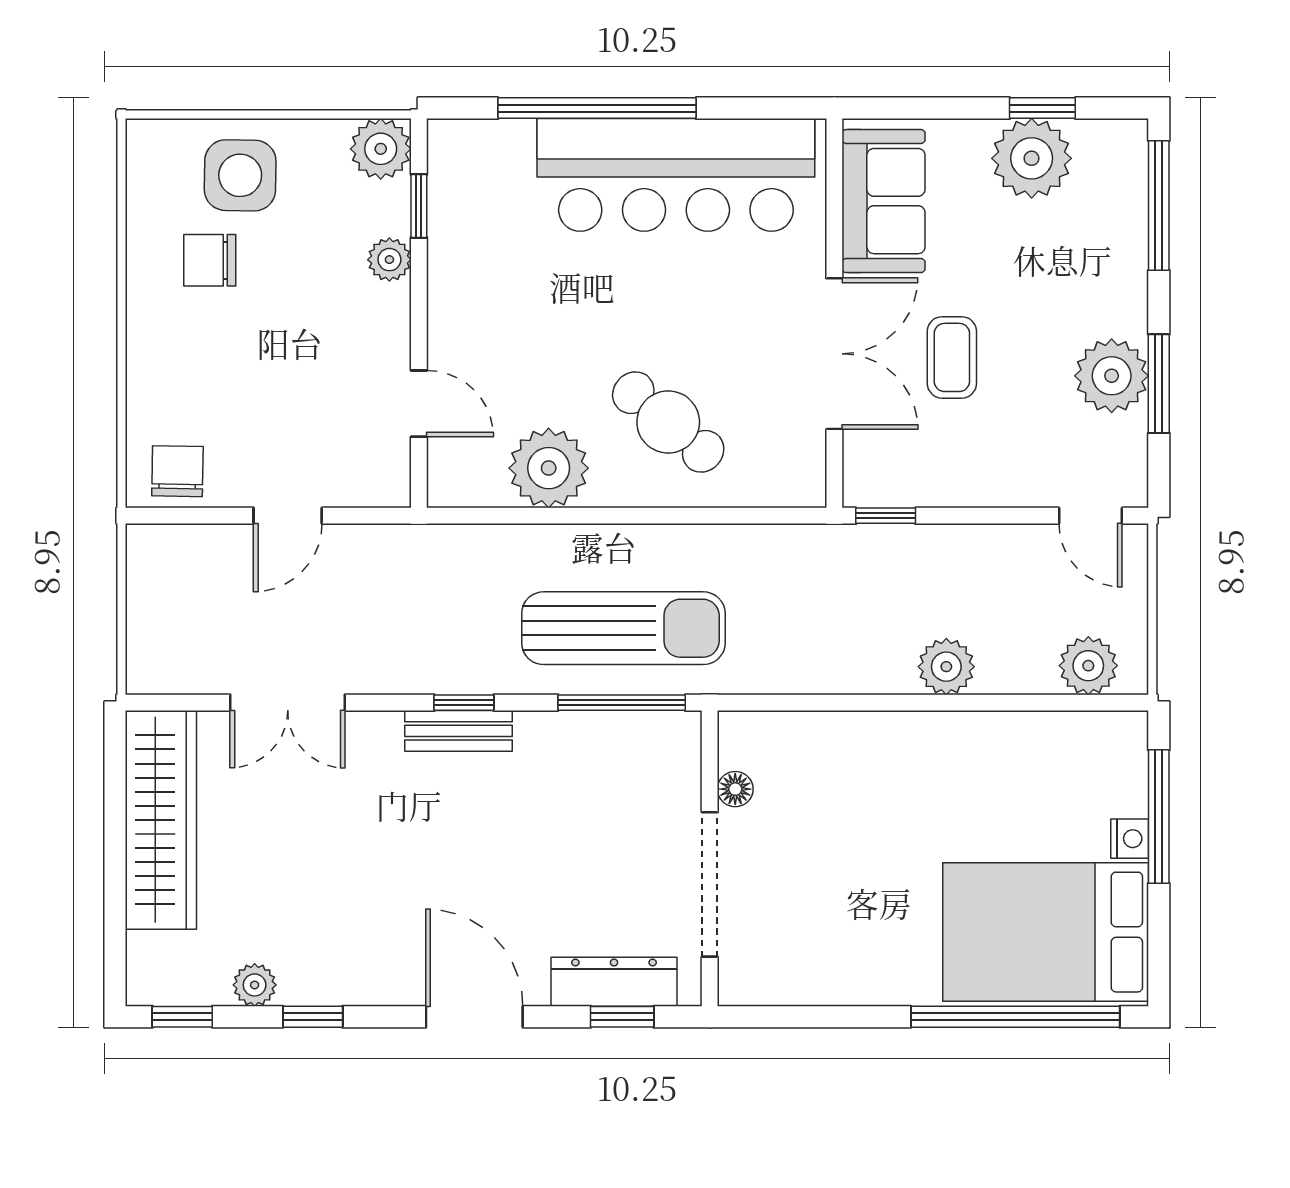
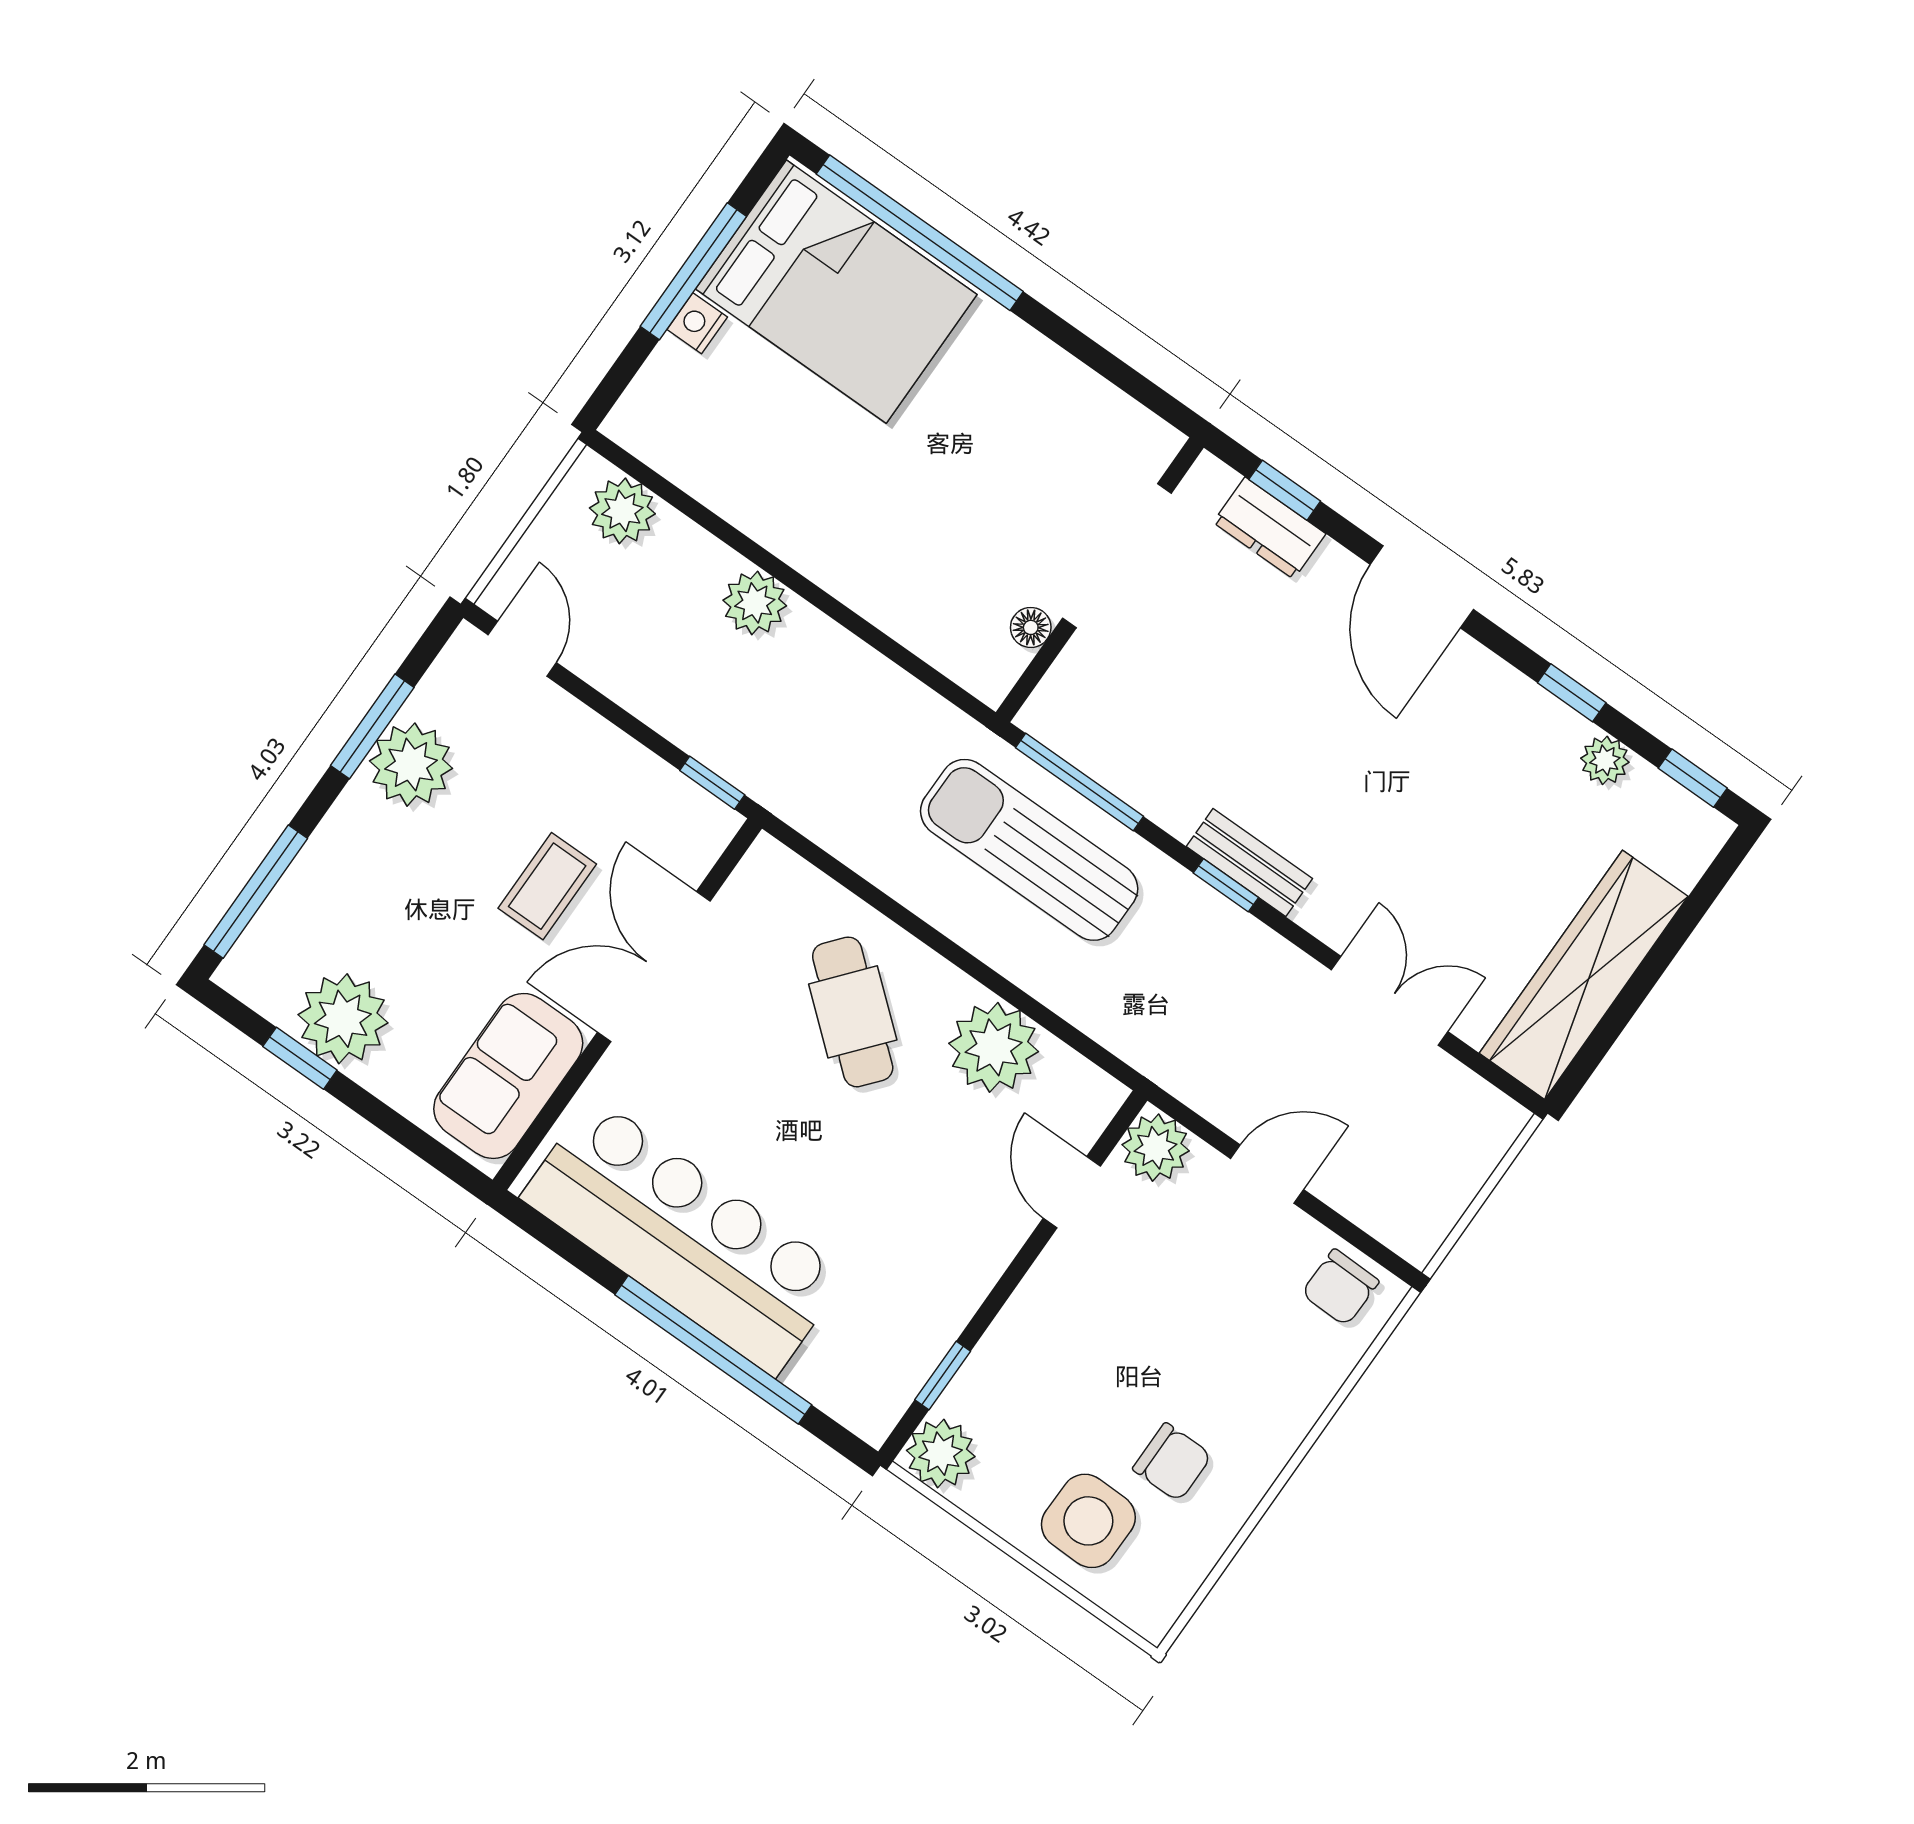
plant: (389, 260) -> (1156, 1148), moved, width x1.38, depth x1.38
window: (1159, 817) -> (693, 271), moved
dresser: (614, 982) -> (1269, 528), width x0.70

